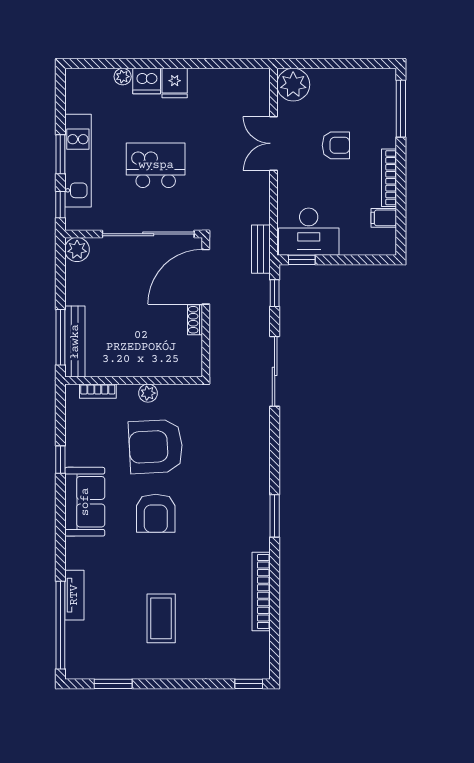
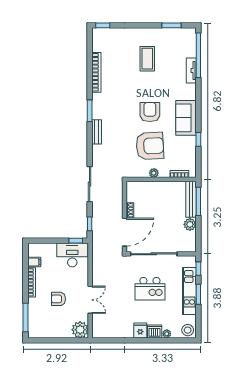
stool: (81, 84) -> (188, 330), added
bench: (261, 249) -> (97, 132), moved
plant: (77, 250) -> (190, 224), moved

